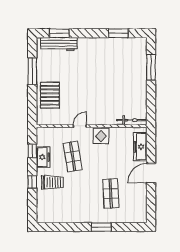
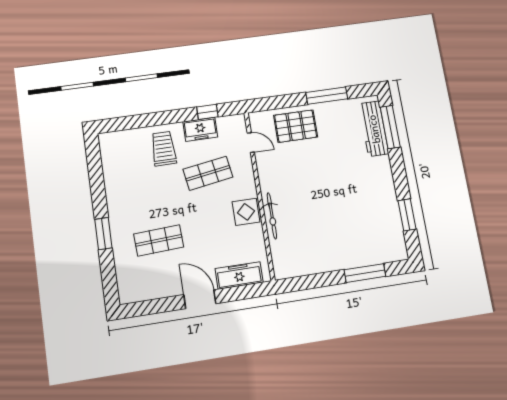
window: (59, 33) -> (390, 127), width x1.44
bicycle: (132, 120) -> (272, 216), moved
door: (80, 126) -> (251, 143), moved
window: (32, 182) -> (160, 118), removed
trolley: (52, 182) -> (164, 149), turned 180

